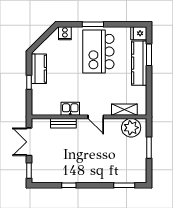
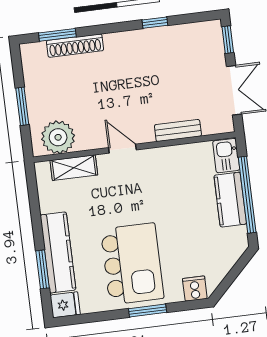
kitchen counter: (39, 69) -> (230, 200), moved
window: (29, 82) -> (247, 195), width x3.17
kitchen sink: (70, 109) -> (226, 156), moved, turned 90
shoe rack: (115, 178) -> (75, 46), added

